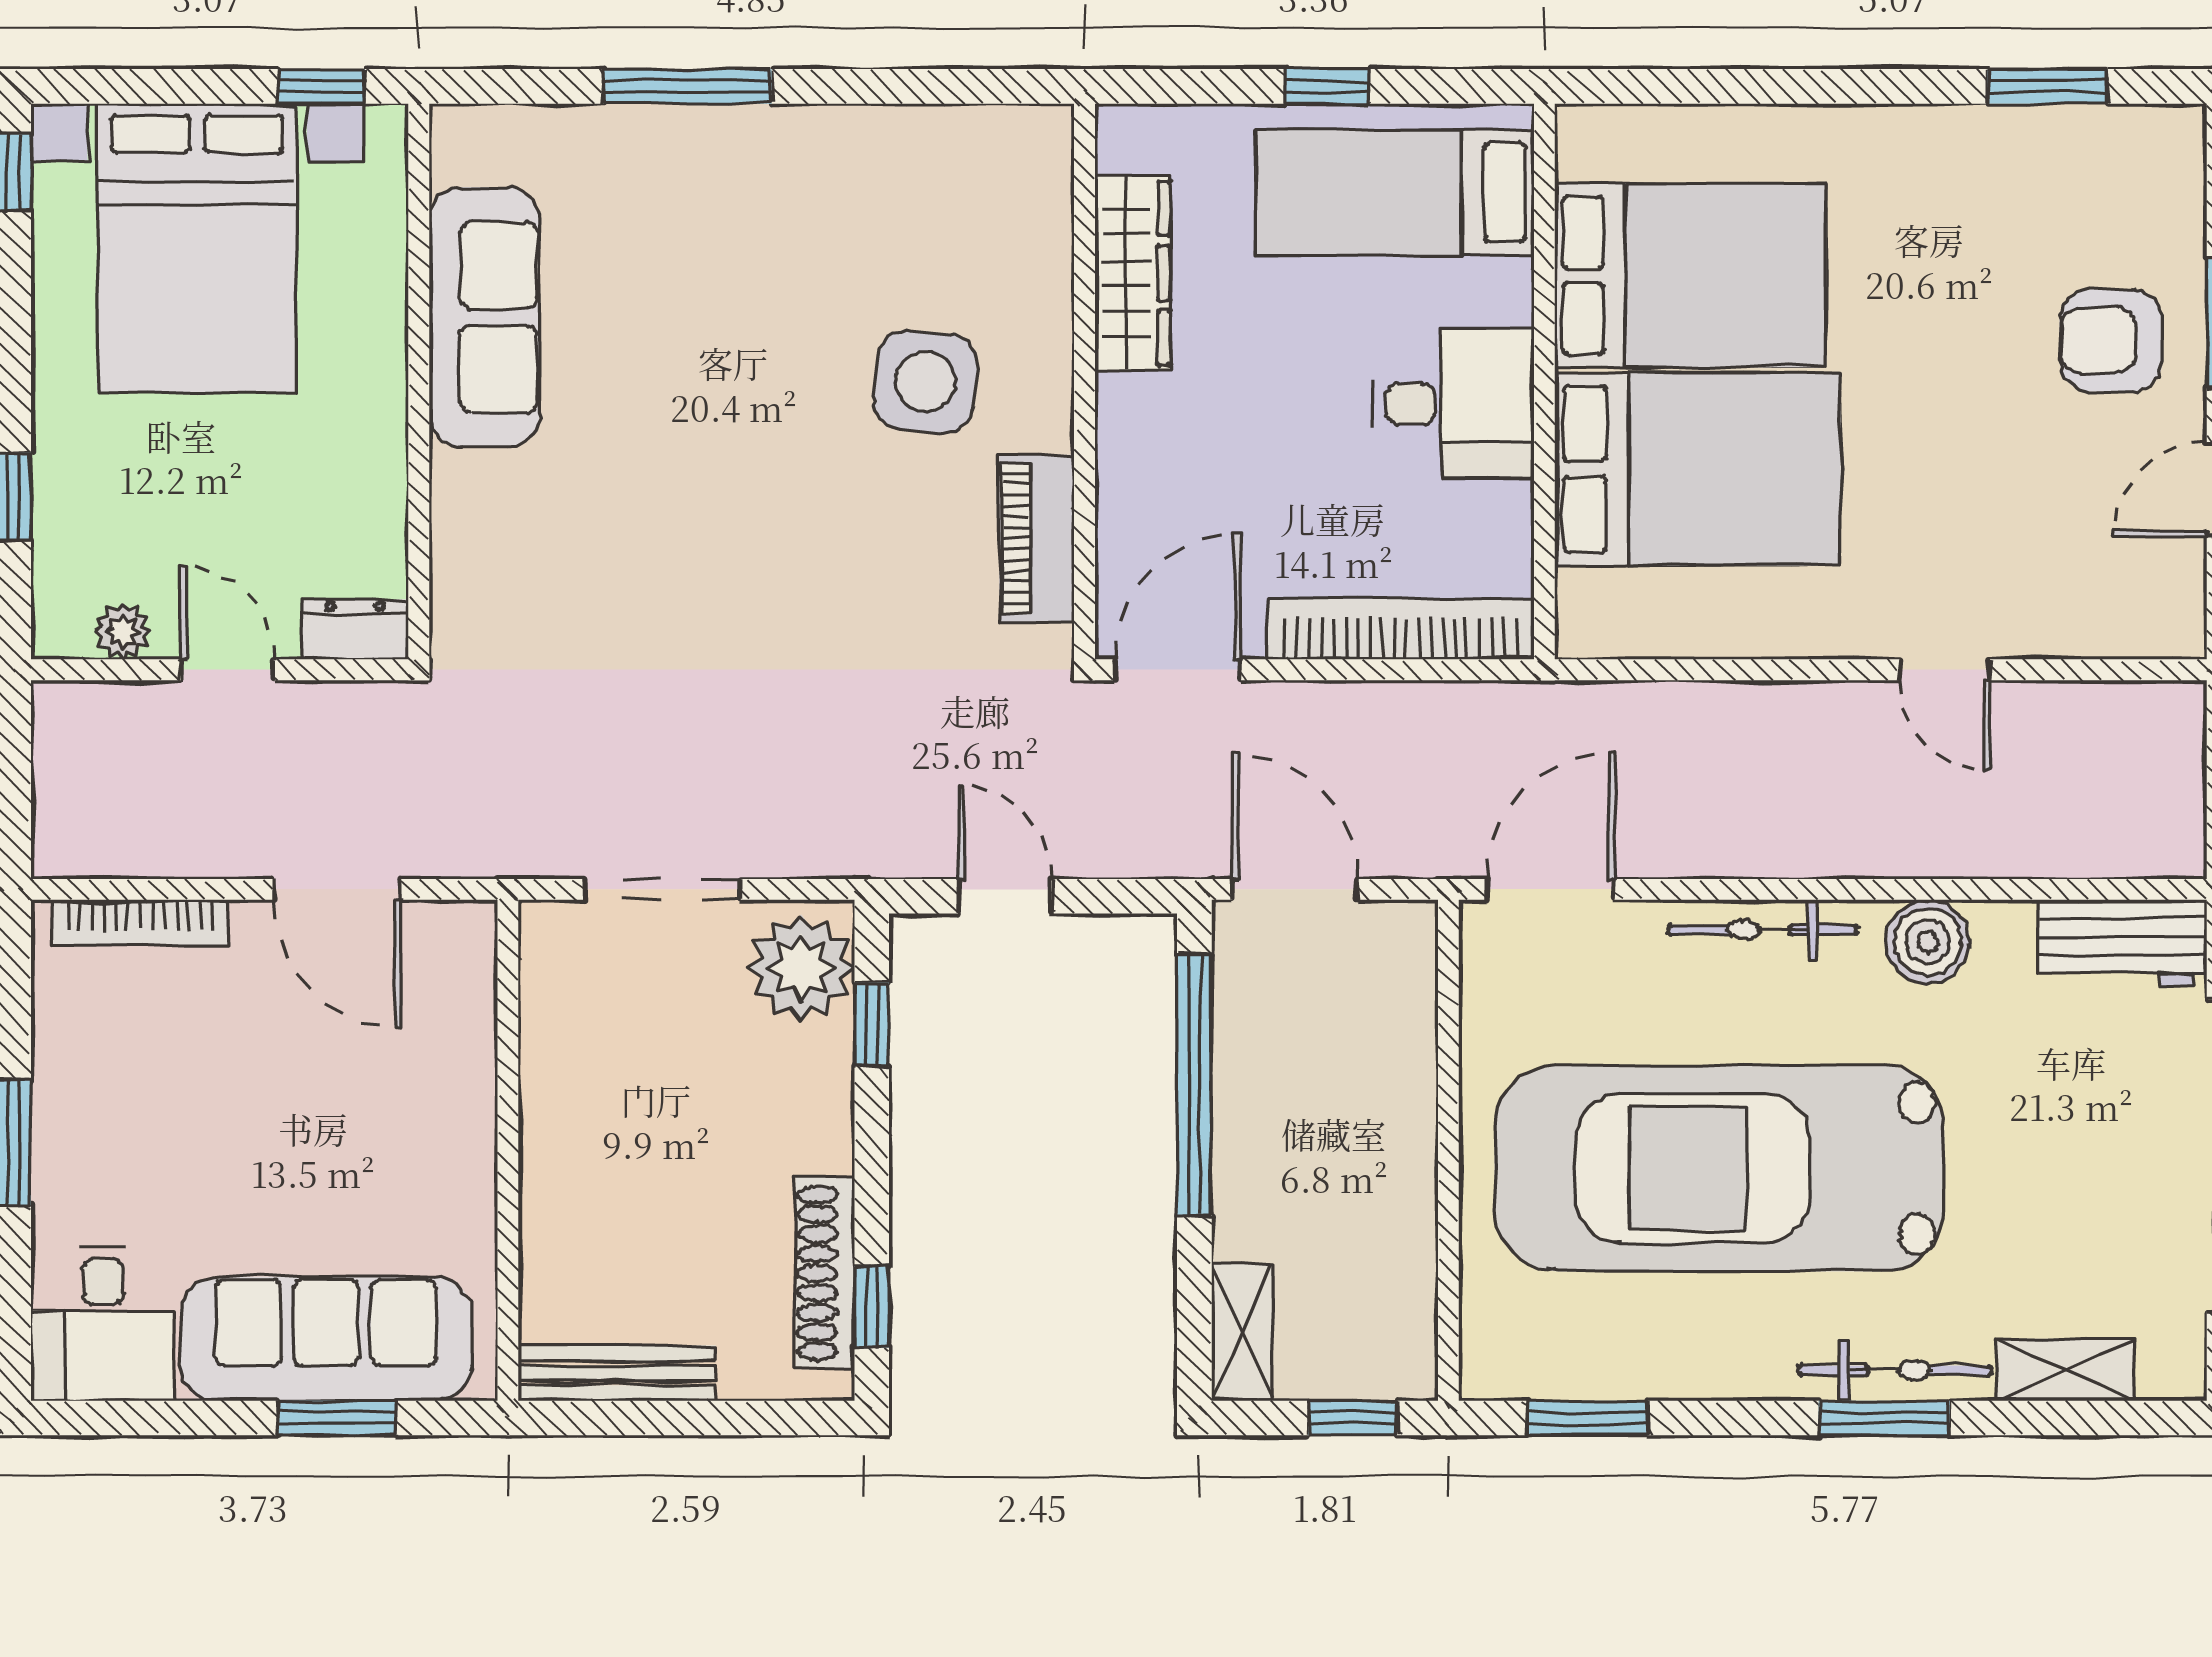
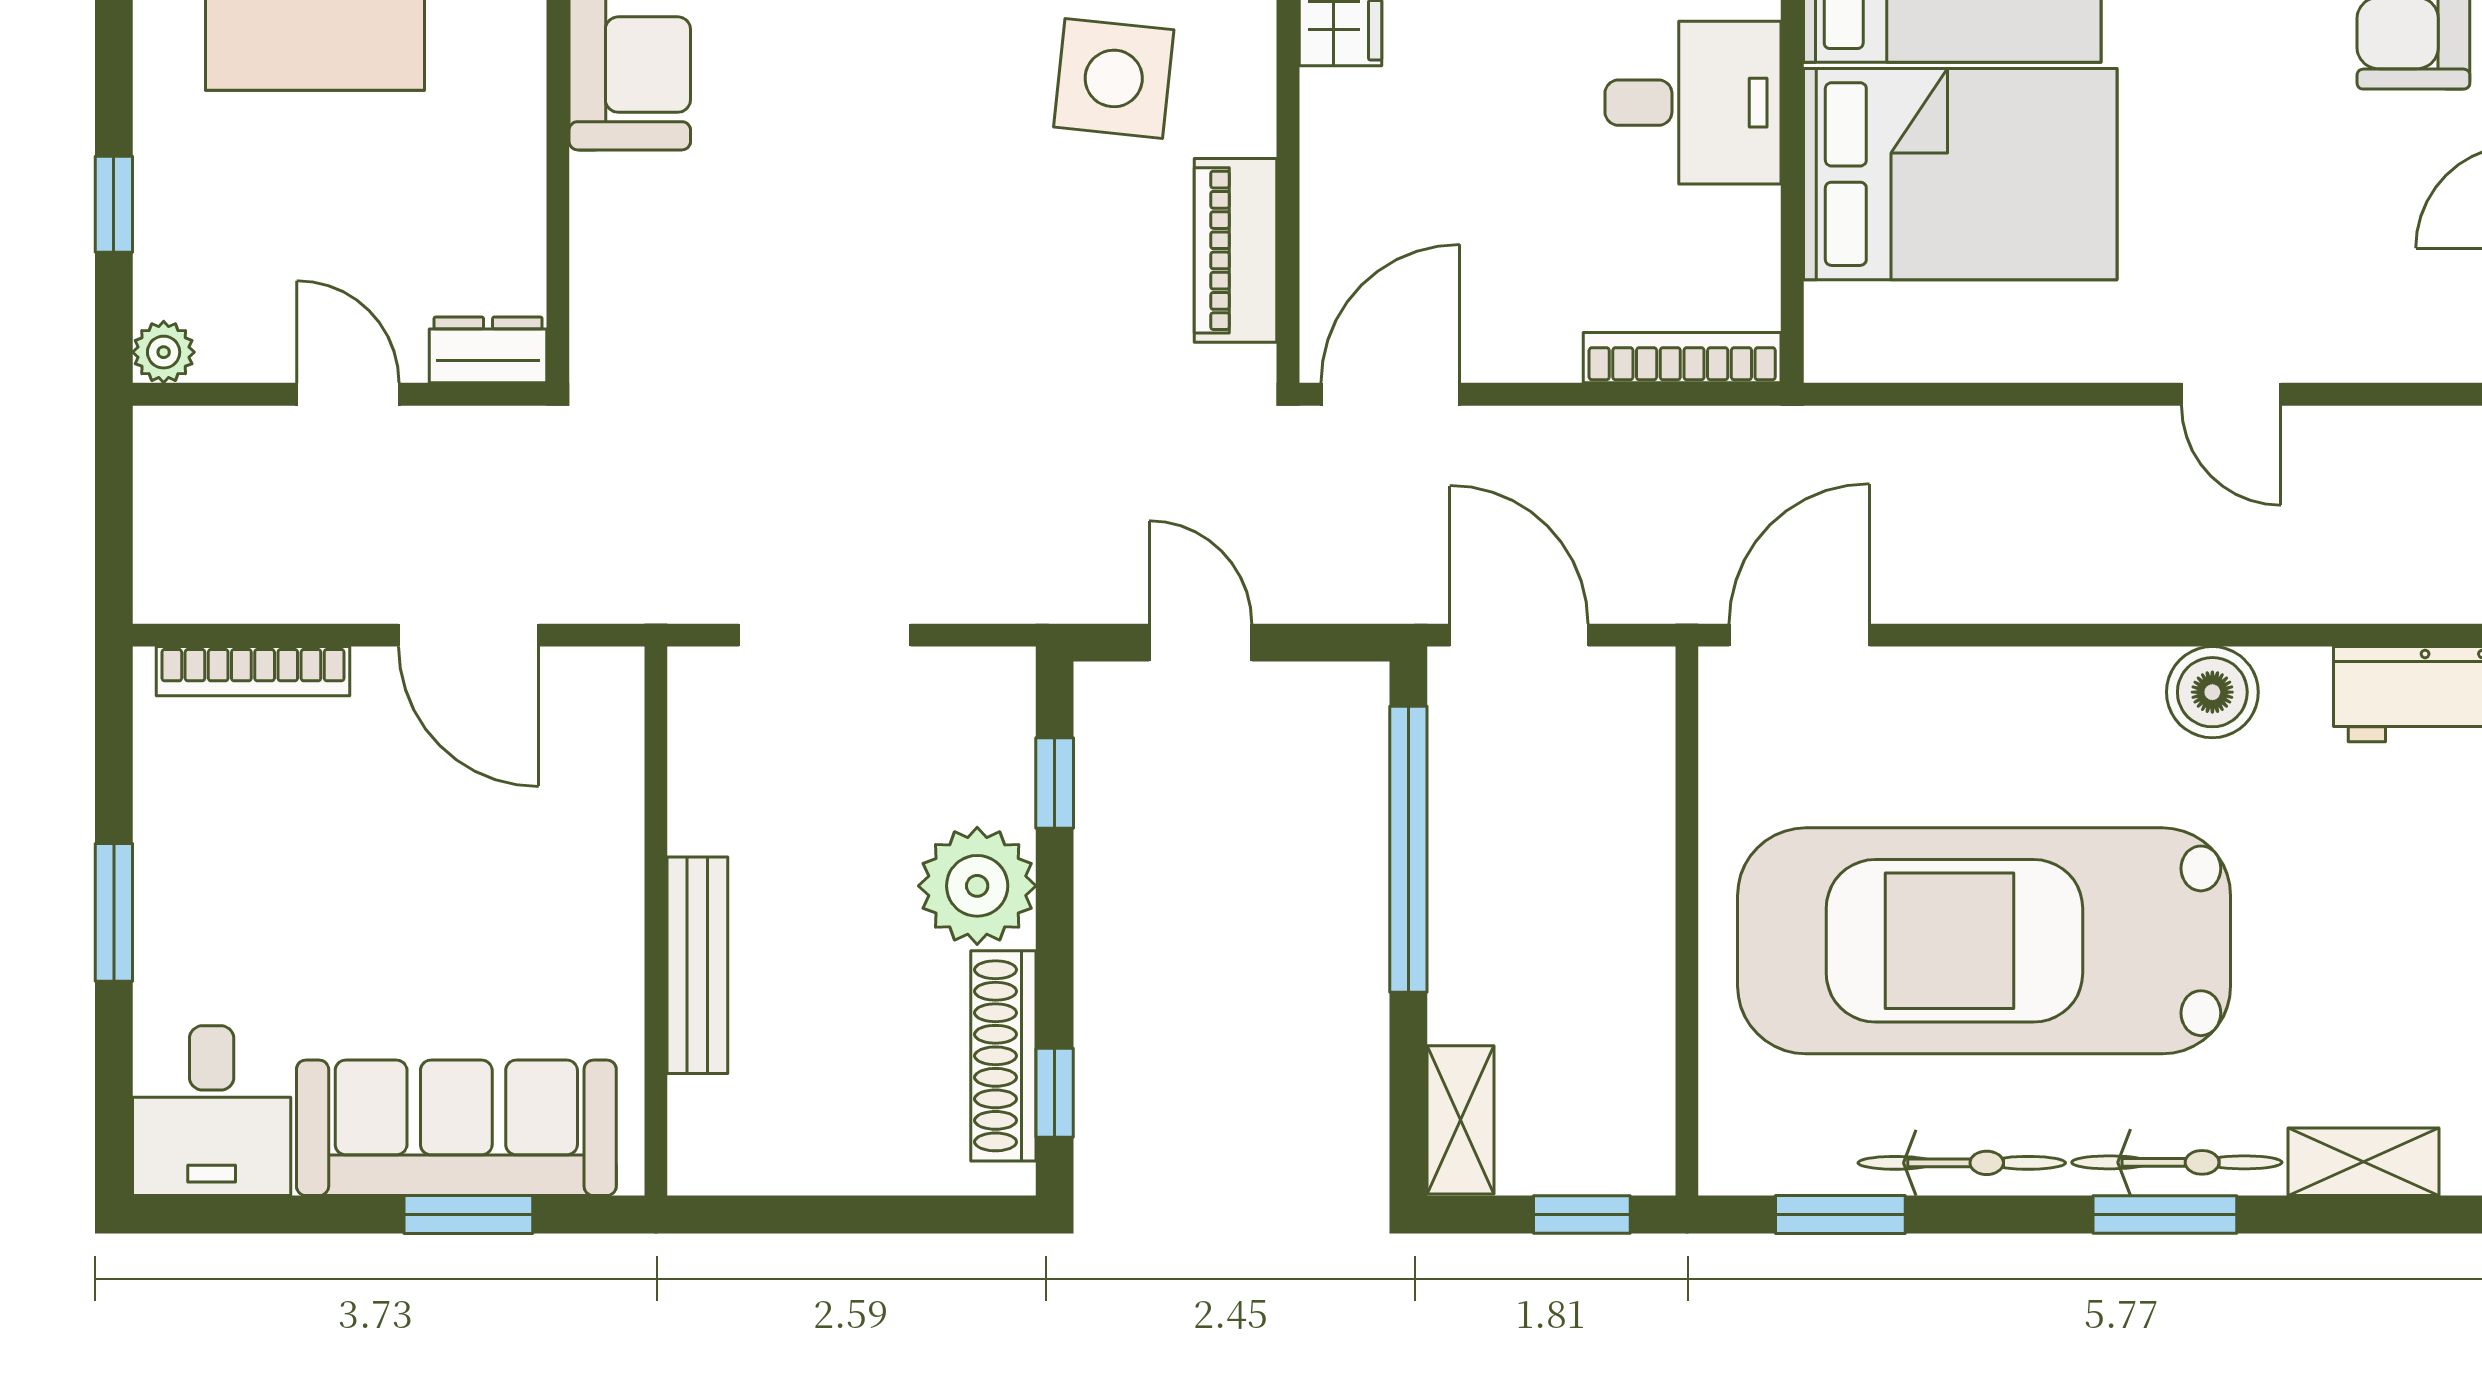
bookcase: (1401, 629) -> (1682, 358), width x0.68, depth x0.76
plant: (123, 631) -> (164, 352), moved
bicycle: (1763, 930) -> (1962, 1163), moved, turned 180
plant: (801, 968) -> (977, 886), moved
bench: (617, 1373) -> (697, 965), moved, turned 90

